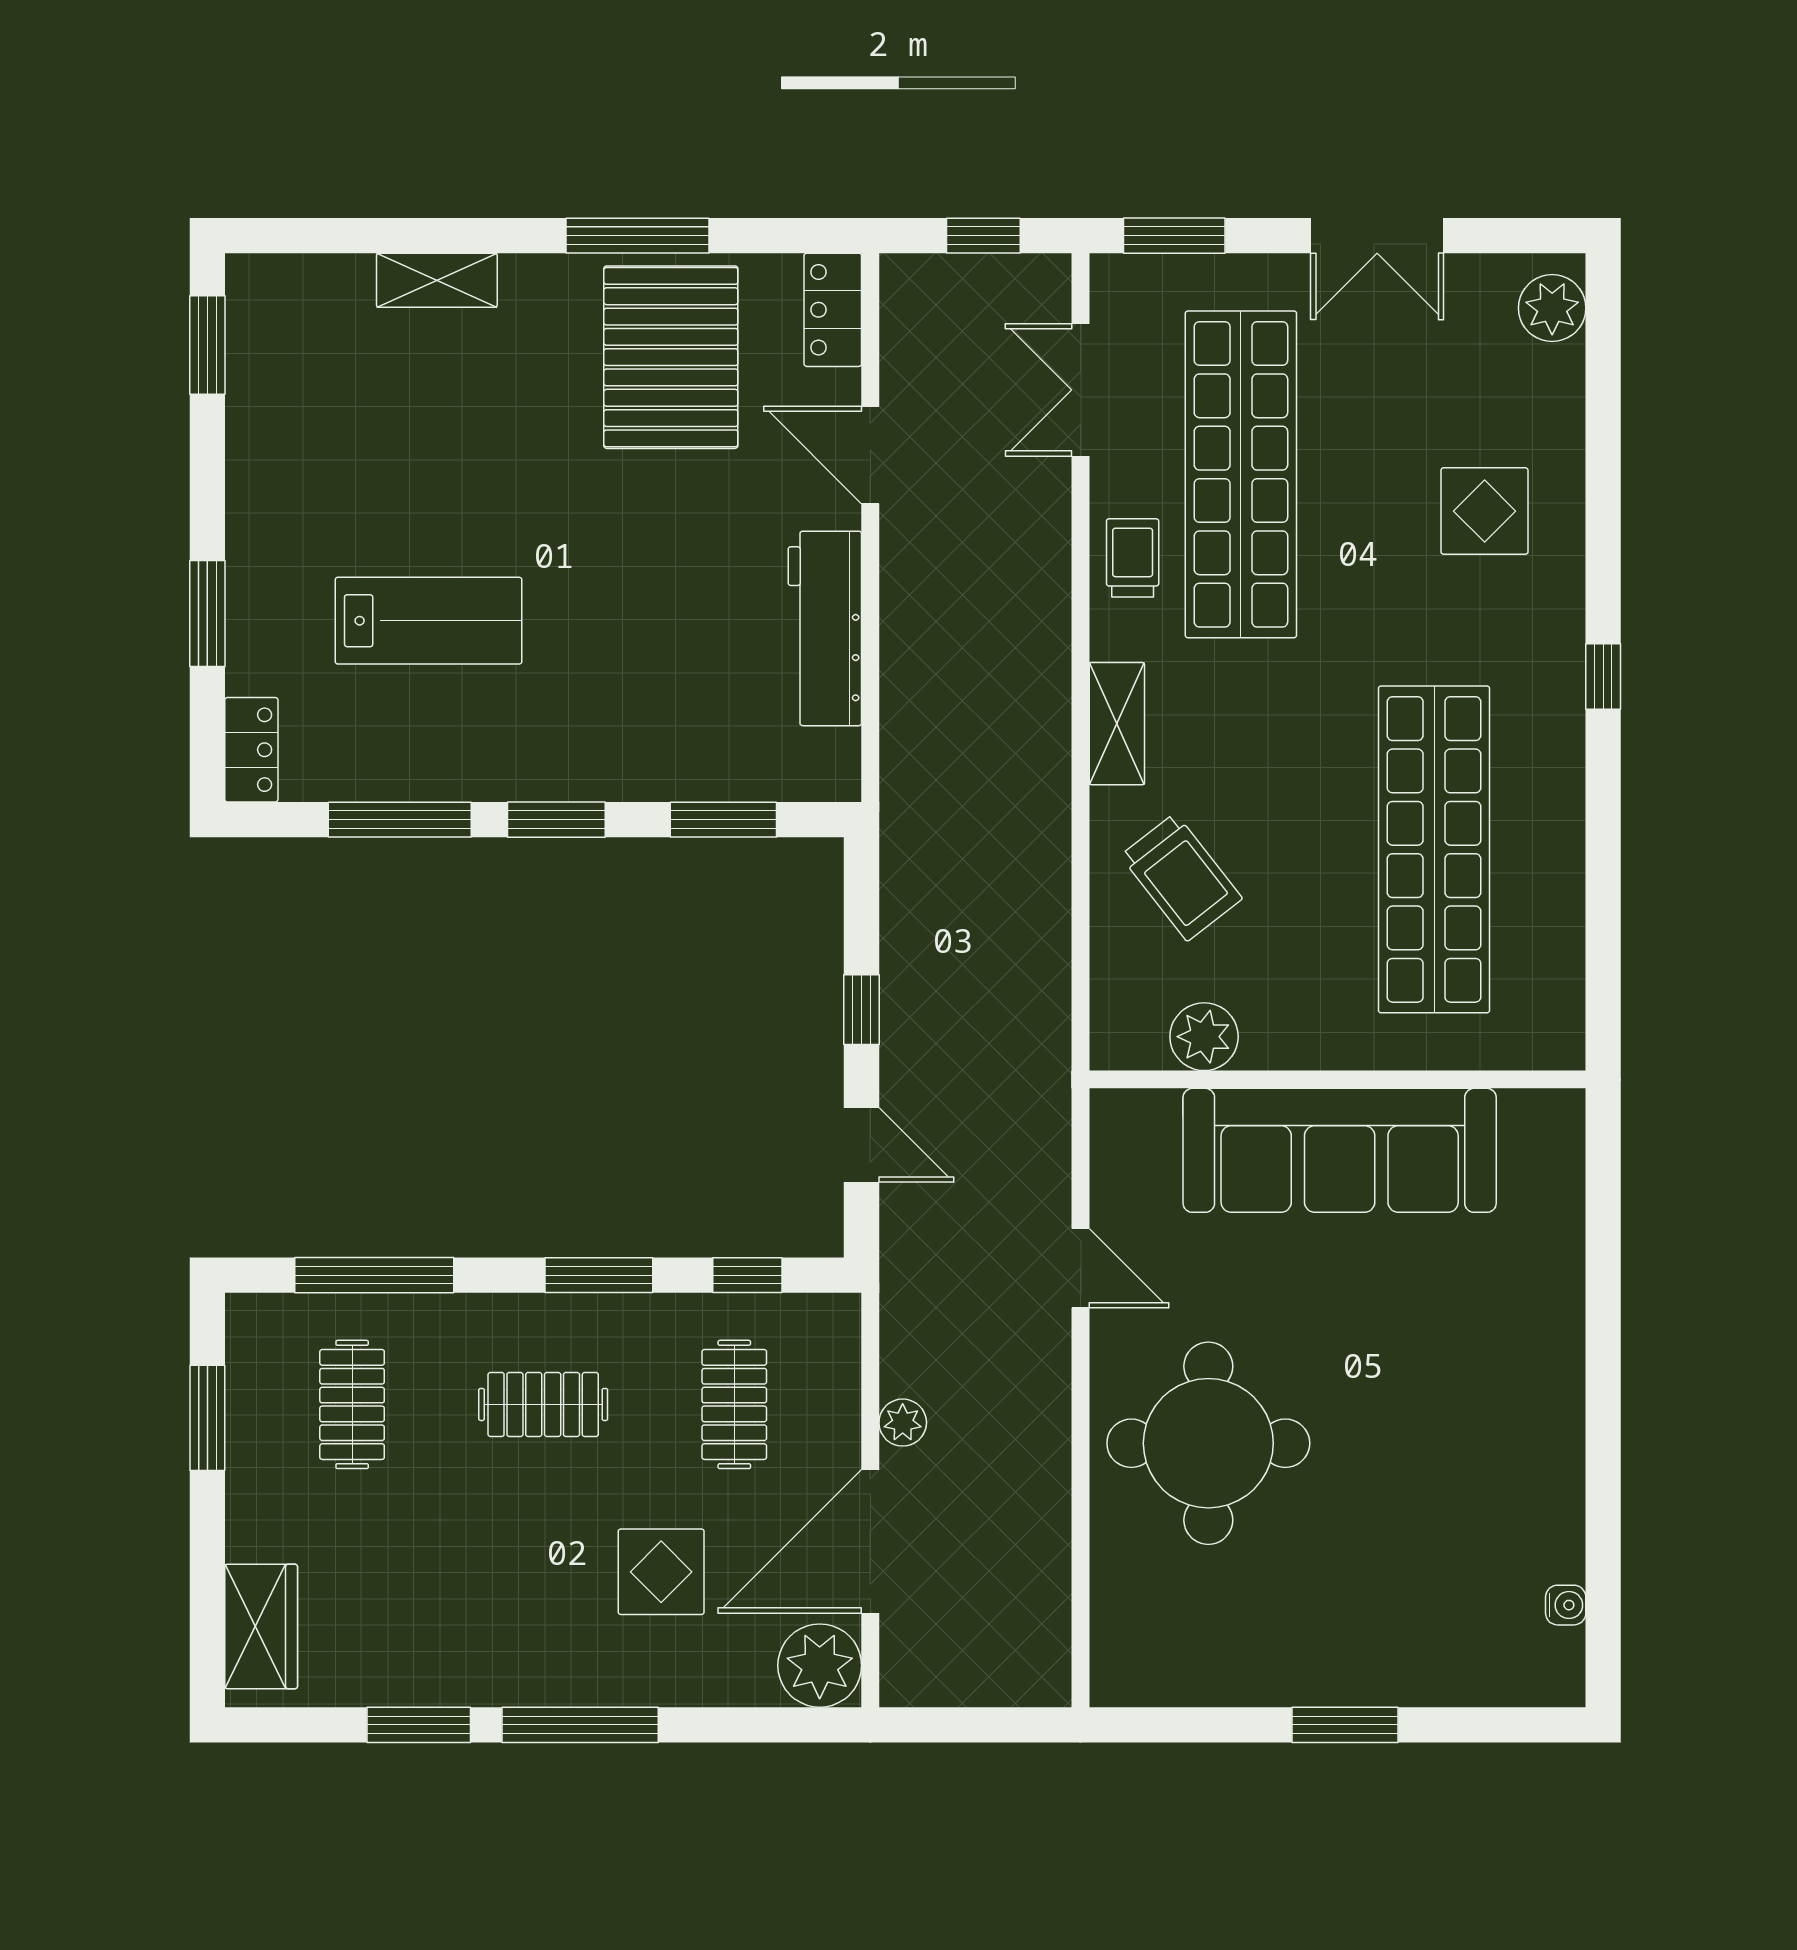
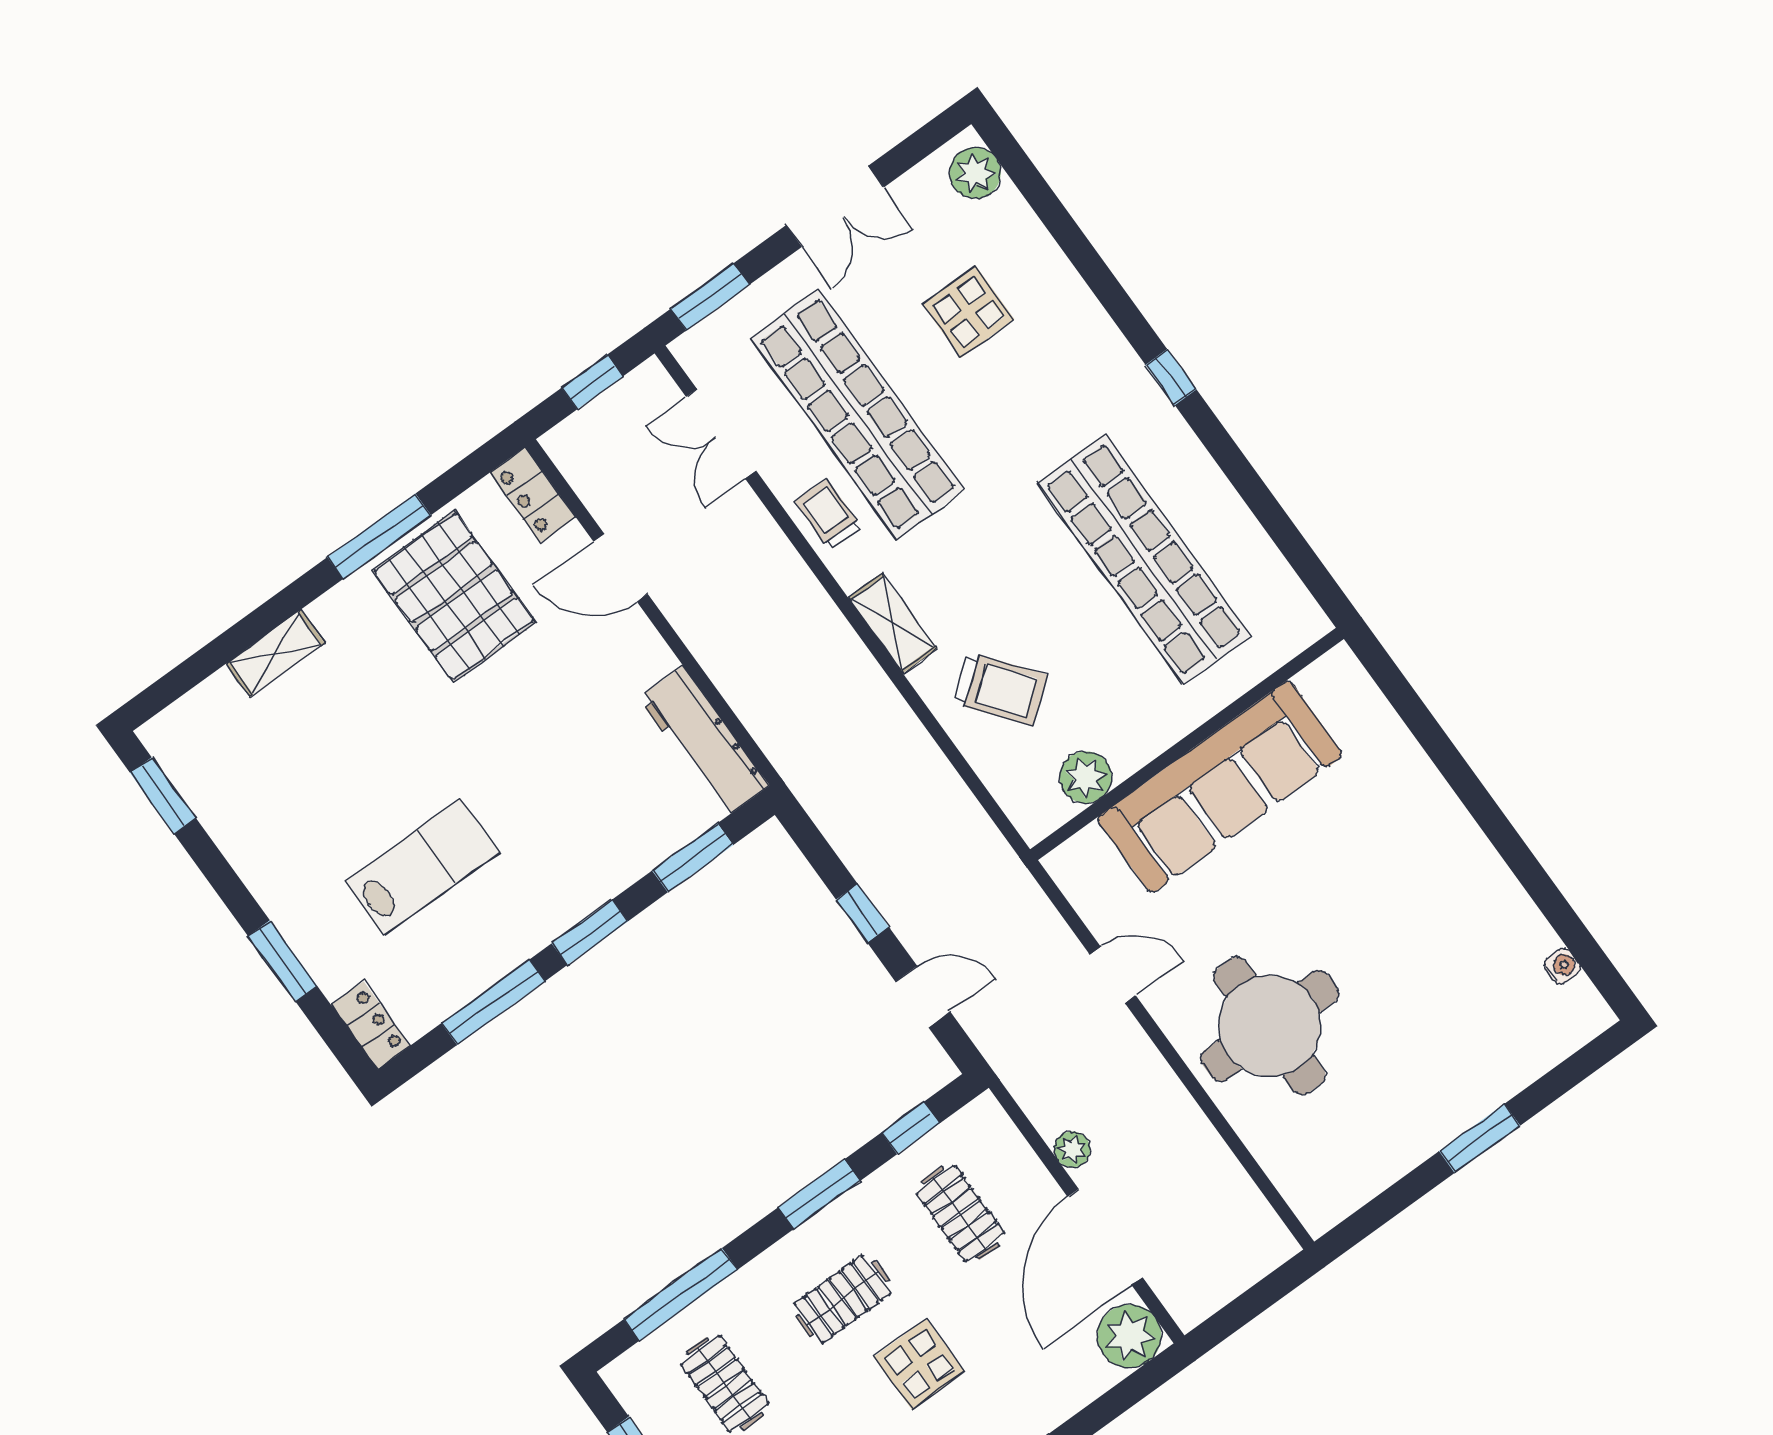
display table: (1485, 511) -> (968, 312), moved
workbench: (825, 628) -> (704, 742), moved
display table: (661, 1572) -> (919, 1364), moved

